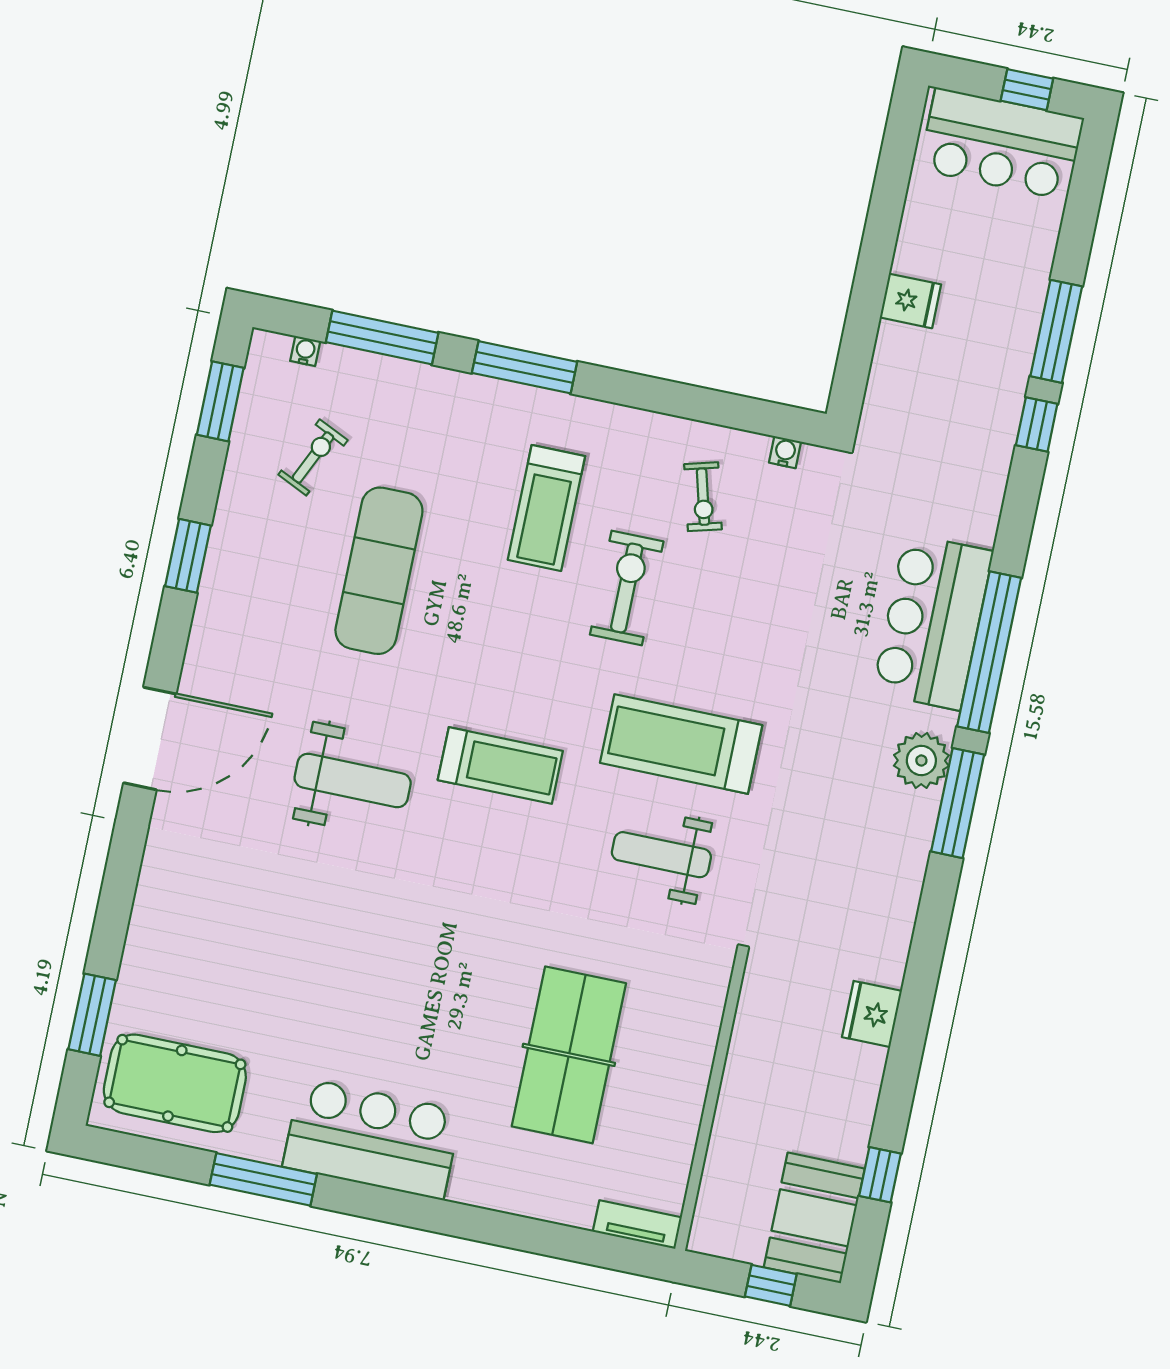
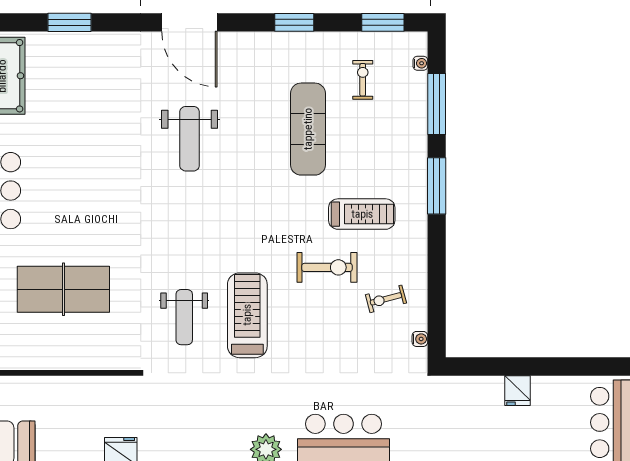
exercise bike: (313, 457) -> (363, 80), turned -115
treadmill: (546, 508) -> (362, 214), turned 180
exercise mat: (379, 571) -> (308, 129), turned 90
treadmill: (500, 766) -> (215, 218), removed
weight bench: (661, 855) -> (184, 317), turned 180
window: (92, 1015) -> (69, 22), moved

